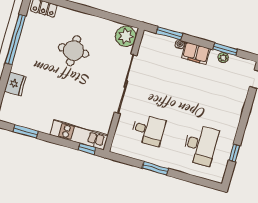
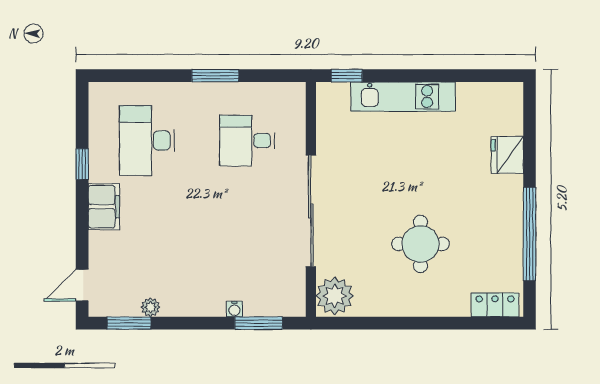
window: (225, 49) -> (129, 323), moved
filing cabinet: (196, 53) -> (104, 207), moved, turned 90
window: (26, 131) -> (465, 76), removed
kitchen unit: (79, 135) -> (403, 97), moved
window: (234, 153) -> (82, 164), moved

